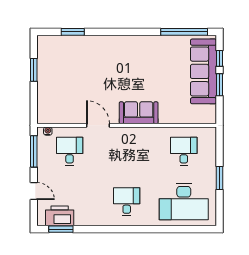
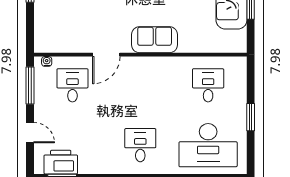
door: (98, 125) -> (106, 55), swing flipped

